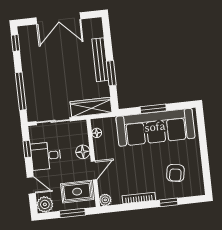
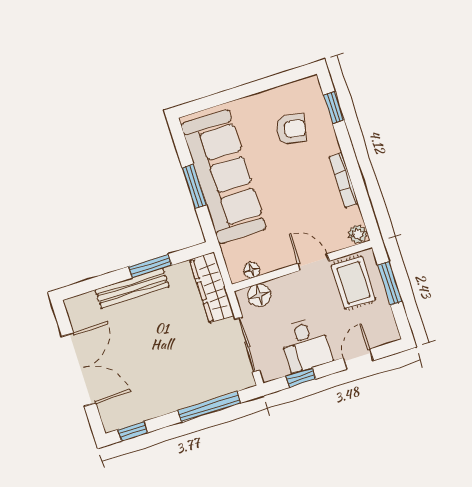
floor lamp: (83, 152) -> (259, 295), moved
window: (169, 202) -> (334, 107), moved
plant: (45, 204) -> (385, 331), removed

